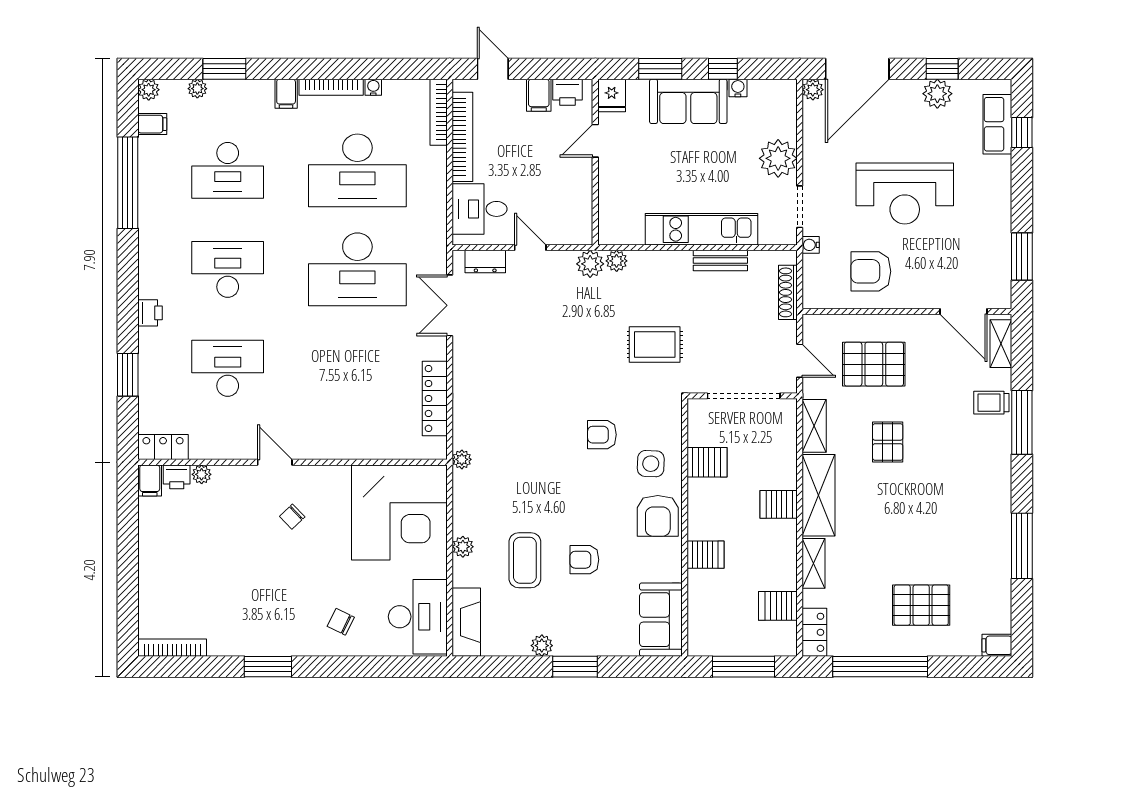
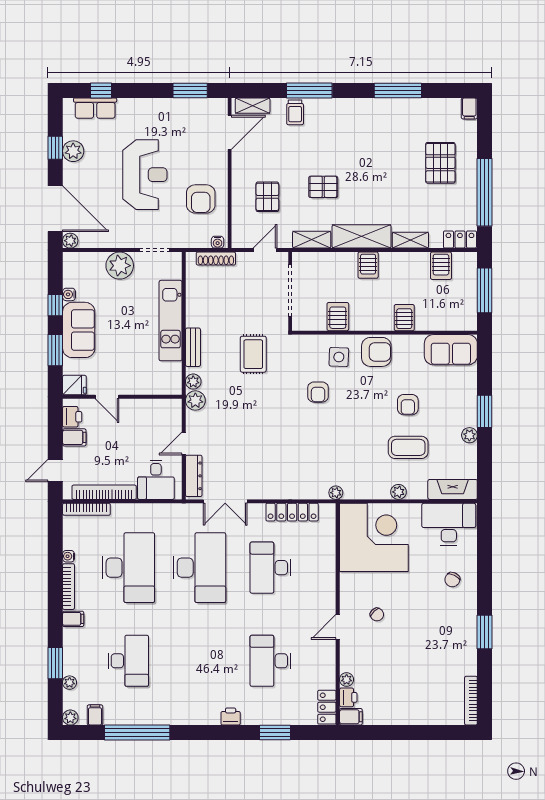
water cooler: (811, 245) -> (218, 242), moved
bench: (720, 260) -> (193, 347), moved
dresser: (485, 262) -> (194, 476), width x1.44
desk: (228, 269) -> (270, 568), moved
pallet: (874, 364) -> (267, 197), width x0.67, depth x0.71

